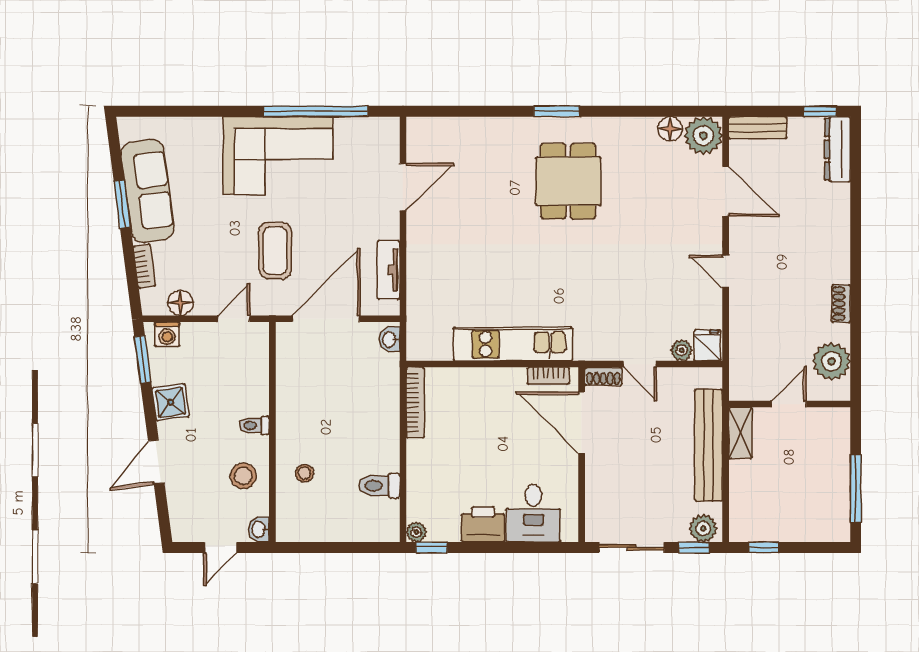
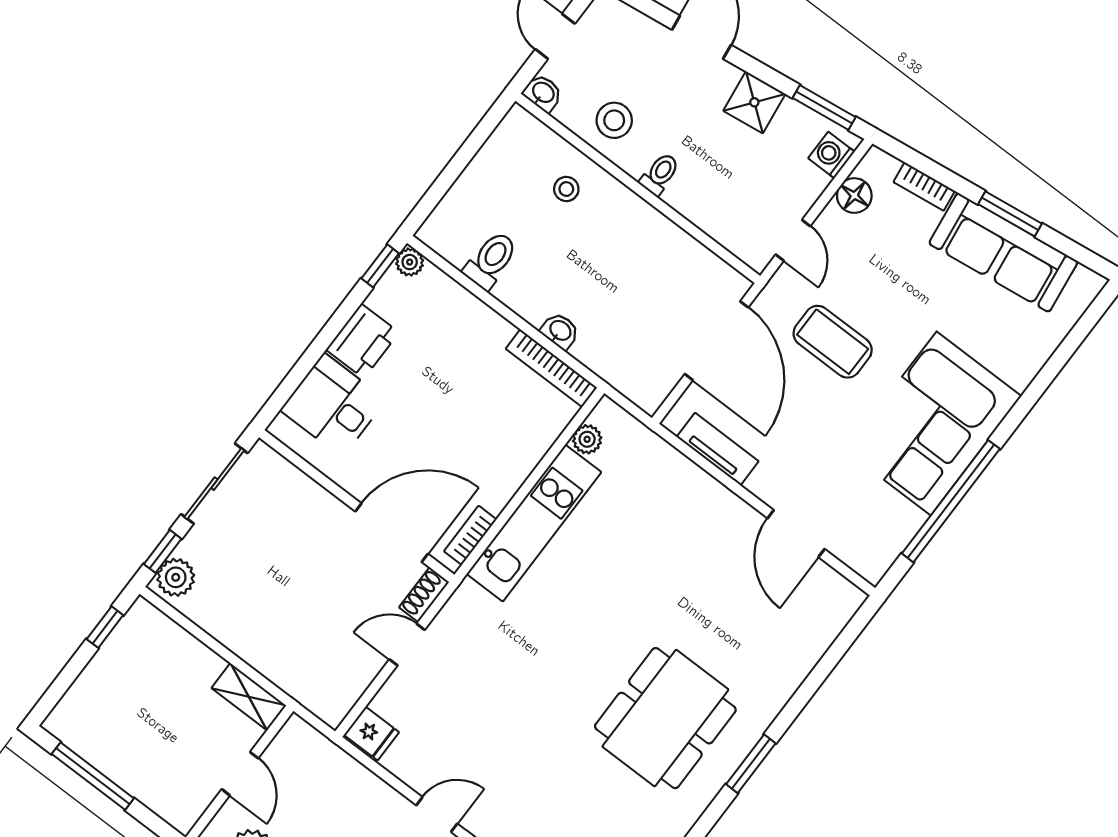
dining table: (568, 181) -> (665, 718), width x1.38
washbasin: (390, 339) -> (560, 331), moved
plant: (682, 350) -> (587, 439), moved
bench: (708, 445) -> (262, 652), removed

